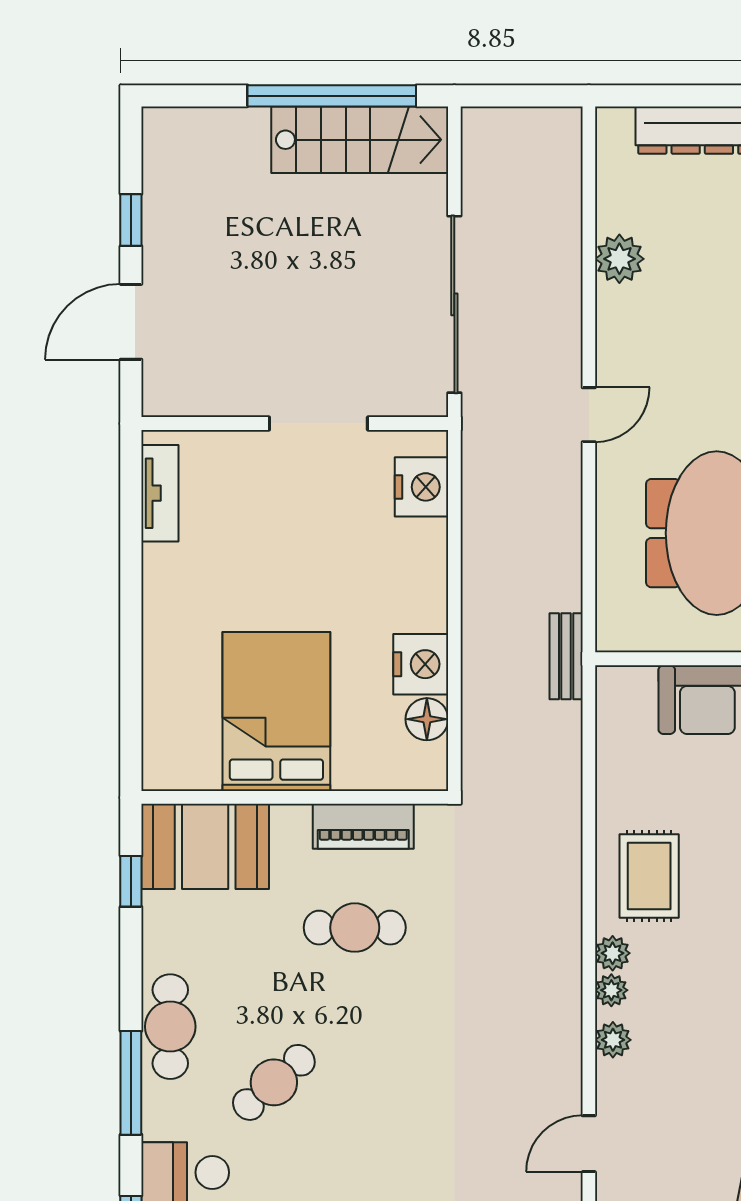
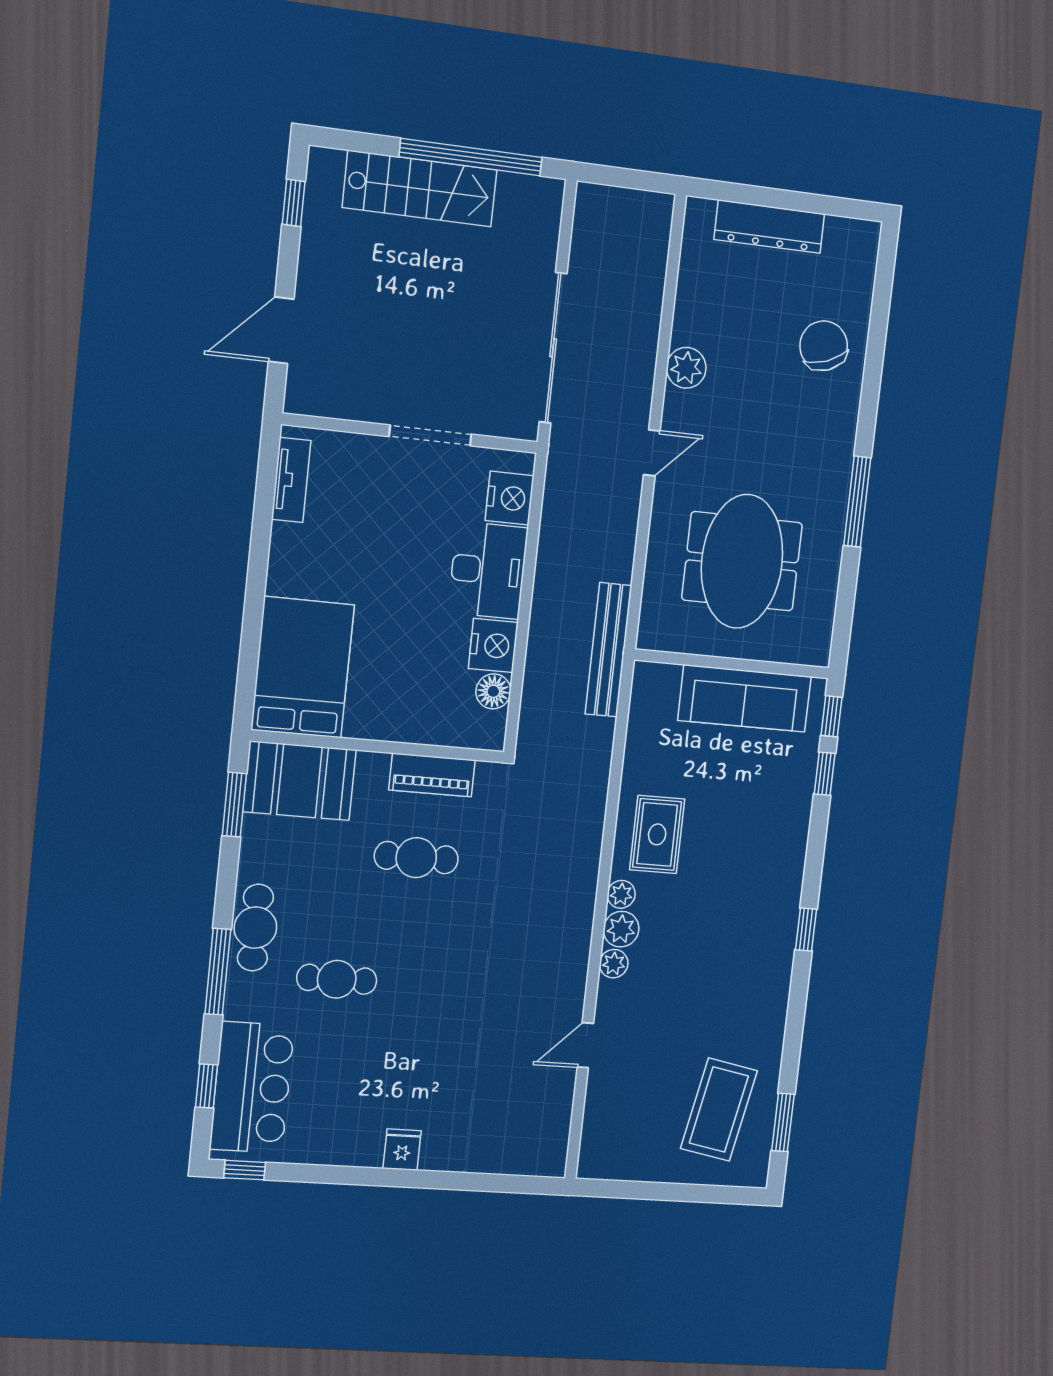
stairs: (360, 140) -> (420, 189), moved
window: (131, 220) -> (294, 203), moved
plant: (619, 259) -> (686, 368), moved
desk: (405, 575) -> (488, 570), added
bench: (566, 656) -> (608, 650), width x1.86, depth x1.21
bed: (276, 711) -> (303, 667), moved
window: (131, 881) -> (234, 805), width x1.50
plant: (611, 990) -> (621, 929), width x1.38, depth x1.38
cafe table: (274, 1082) -> (337, 979), turned 41

